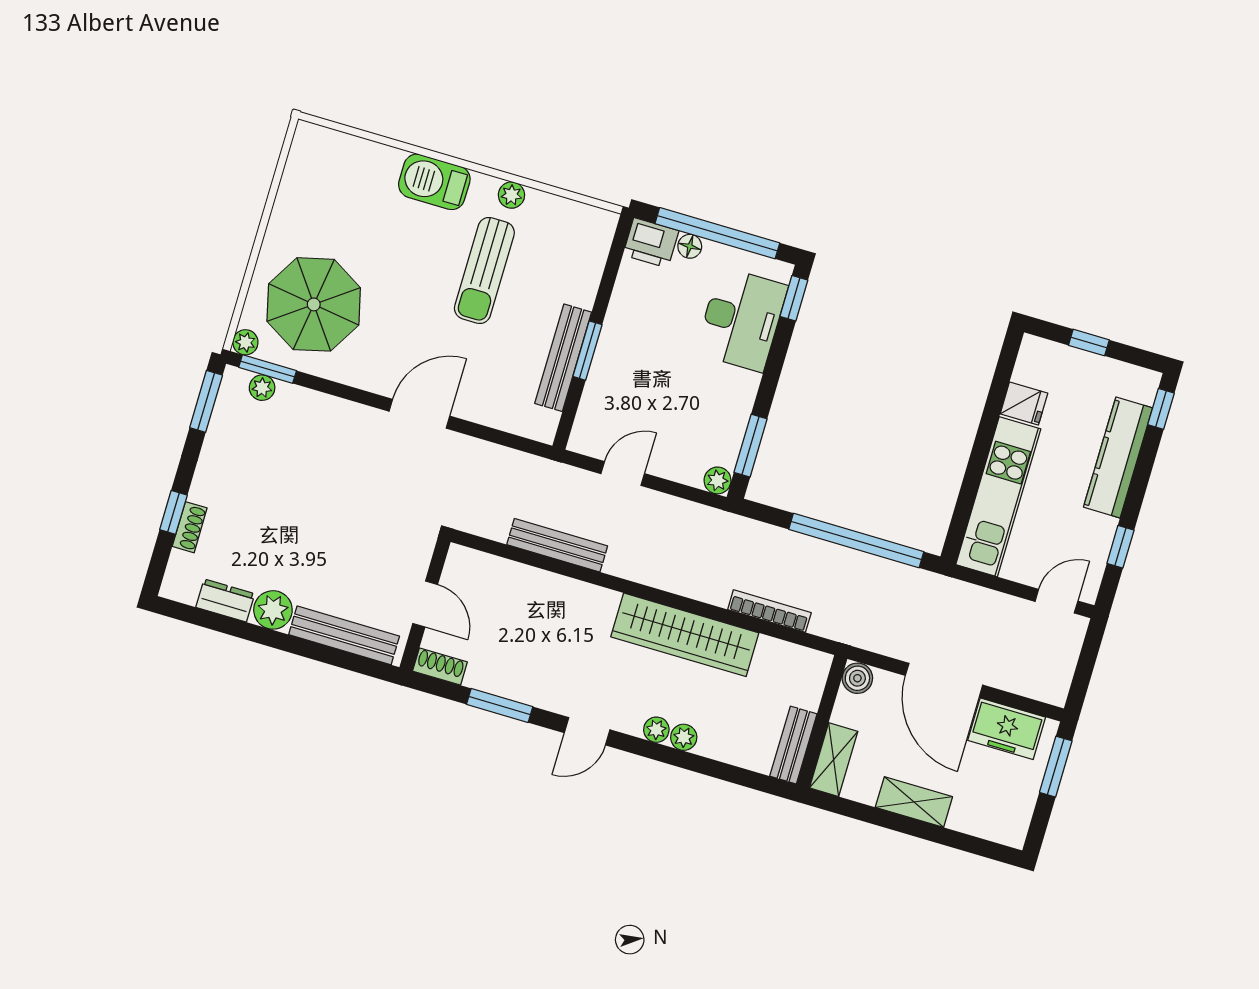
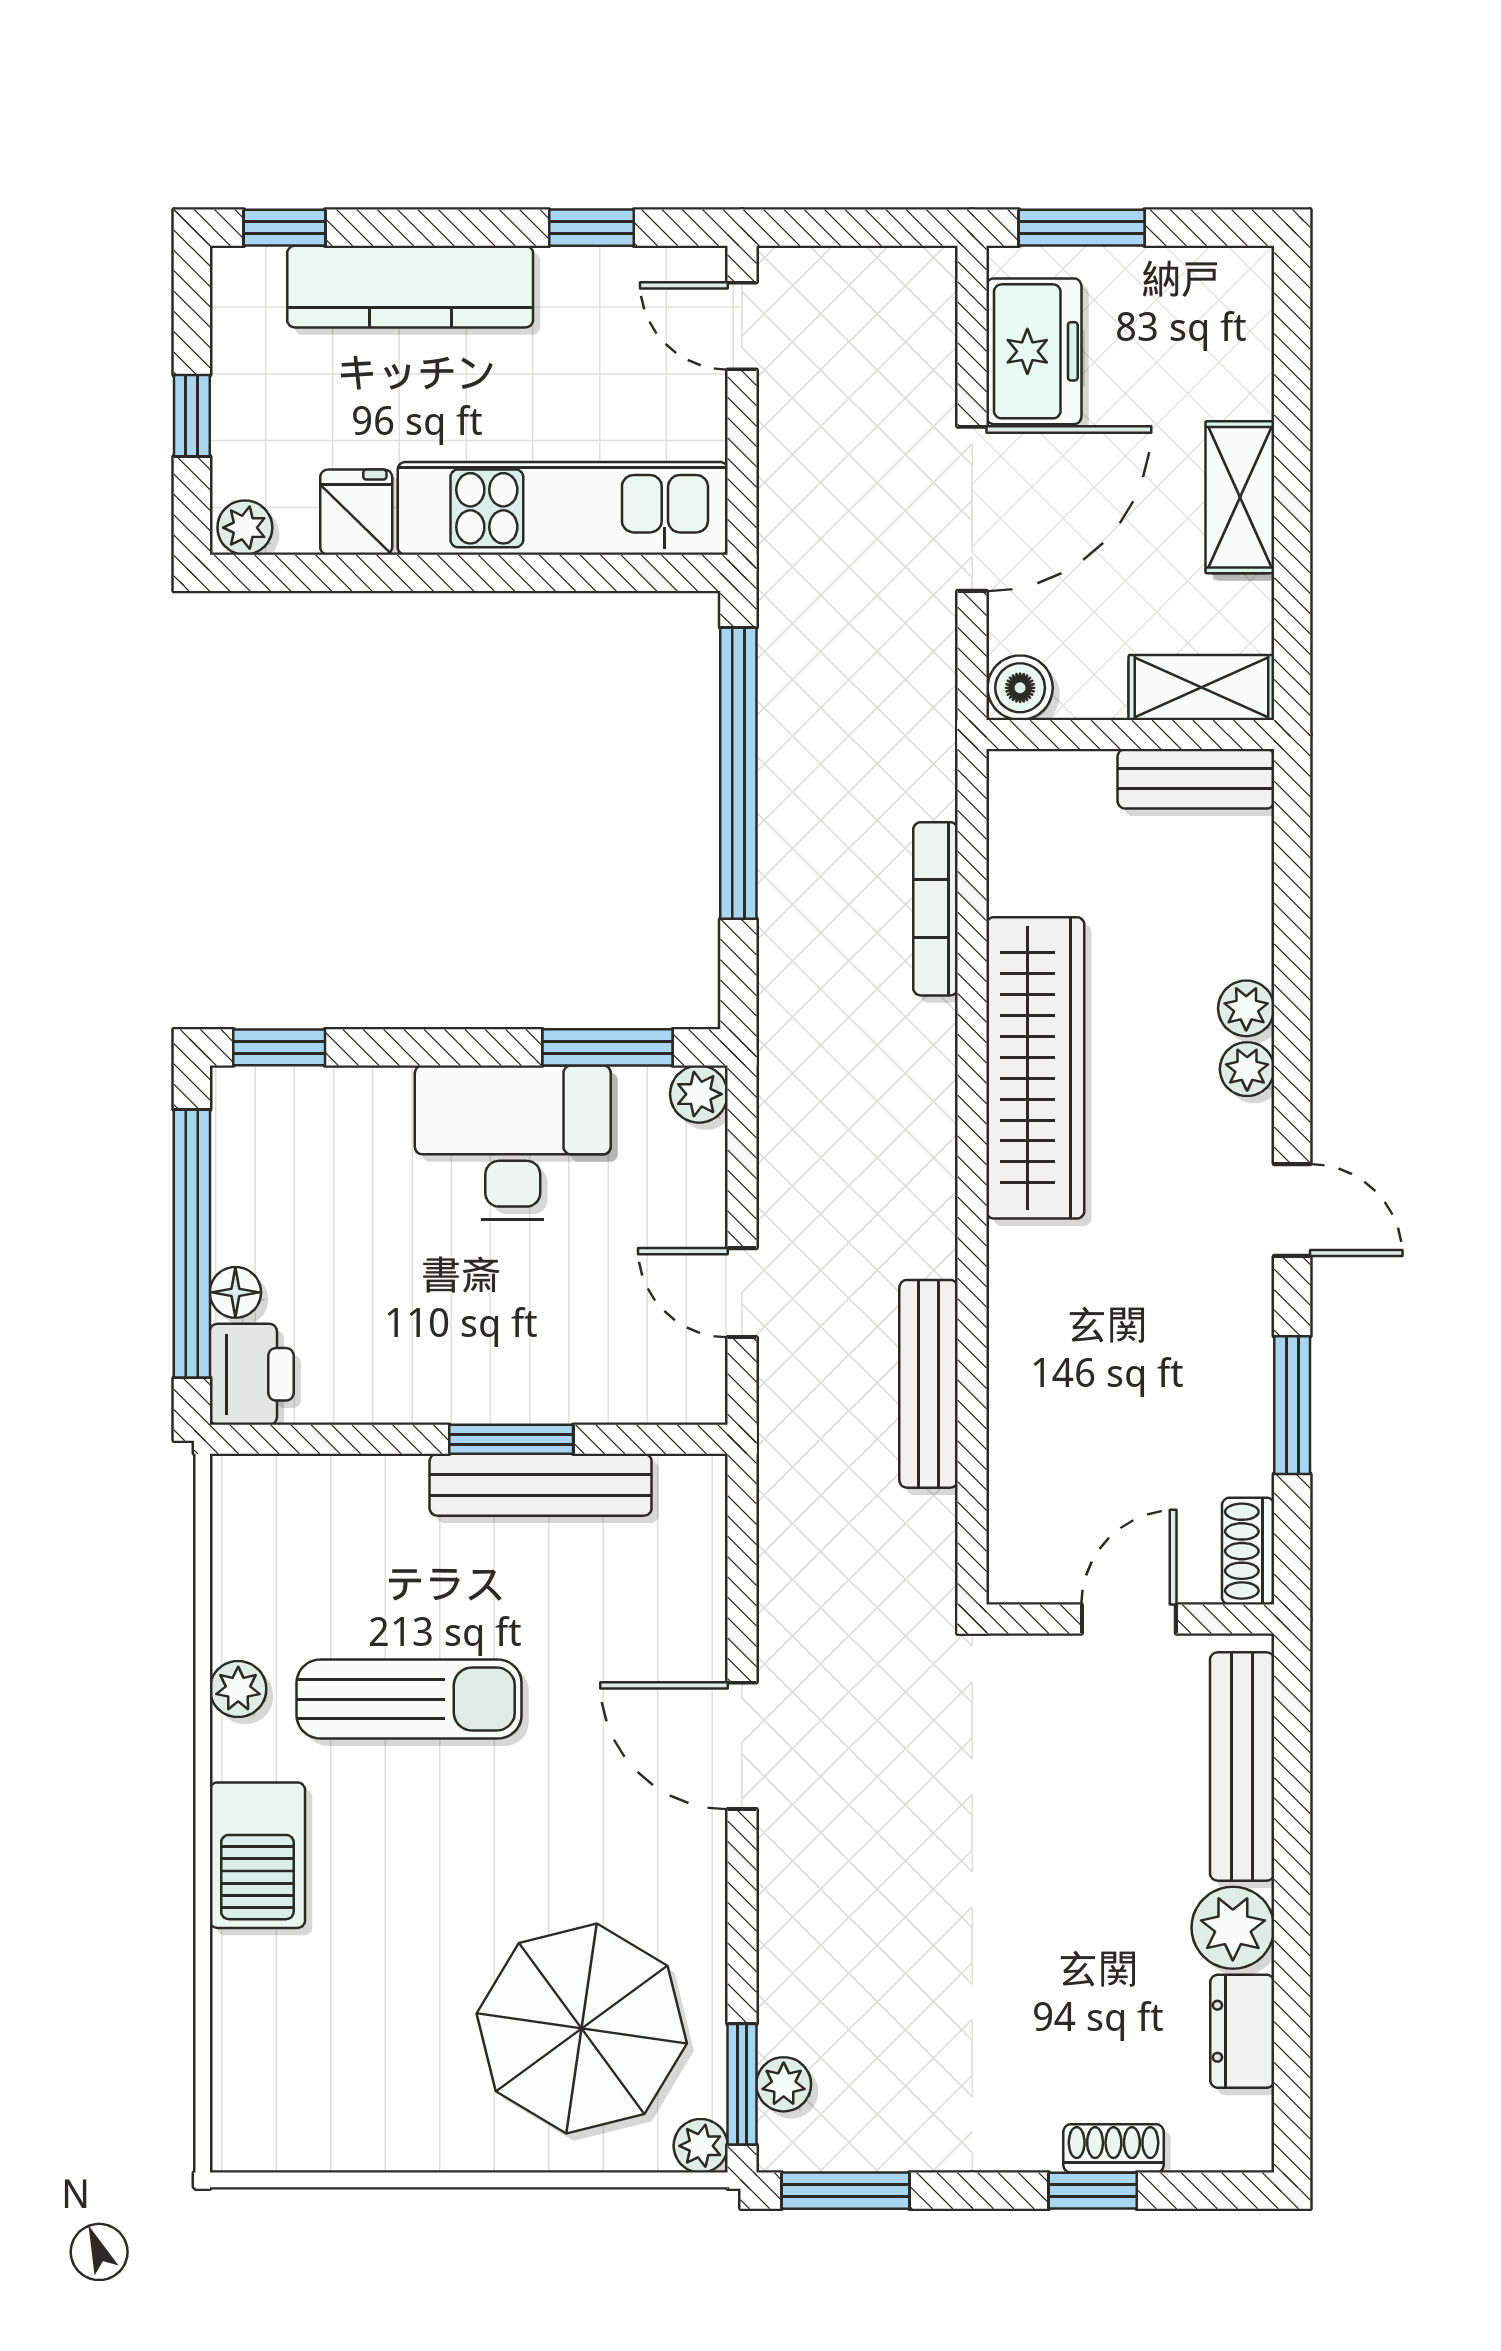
desk: (741, 319) -> (513, 1142), moved
plant: (1032, 351) -> (245, 528), added

